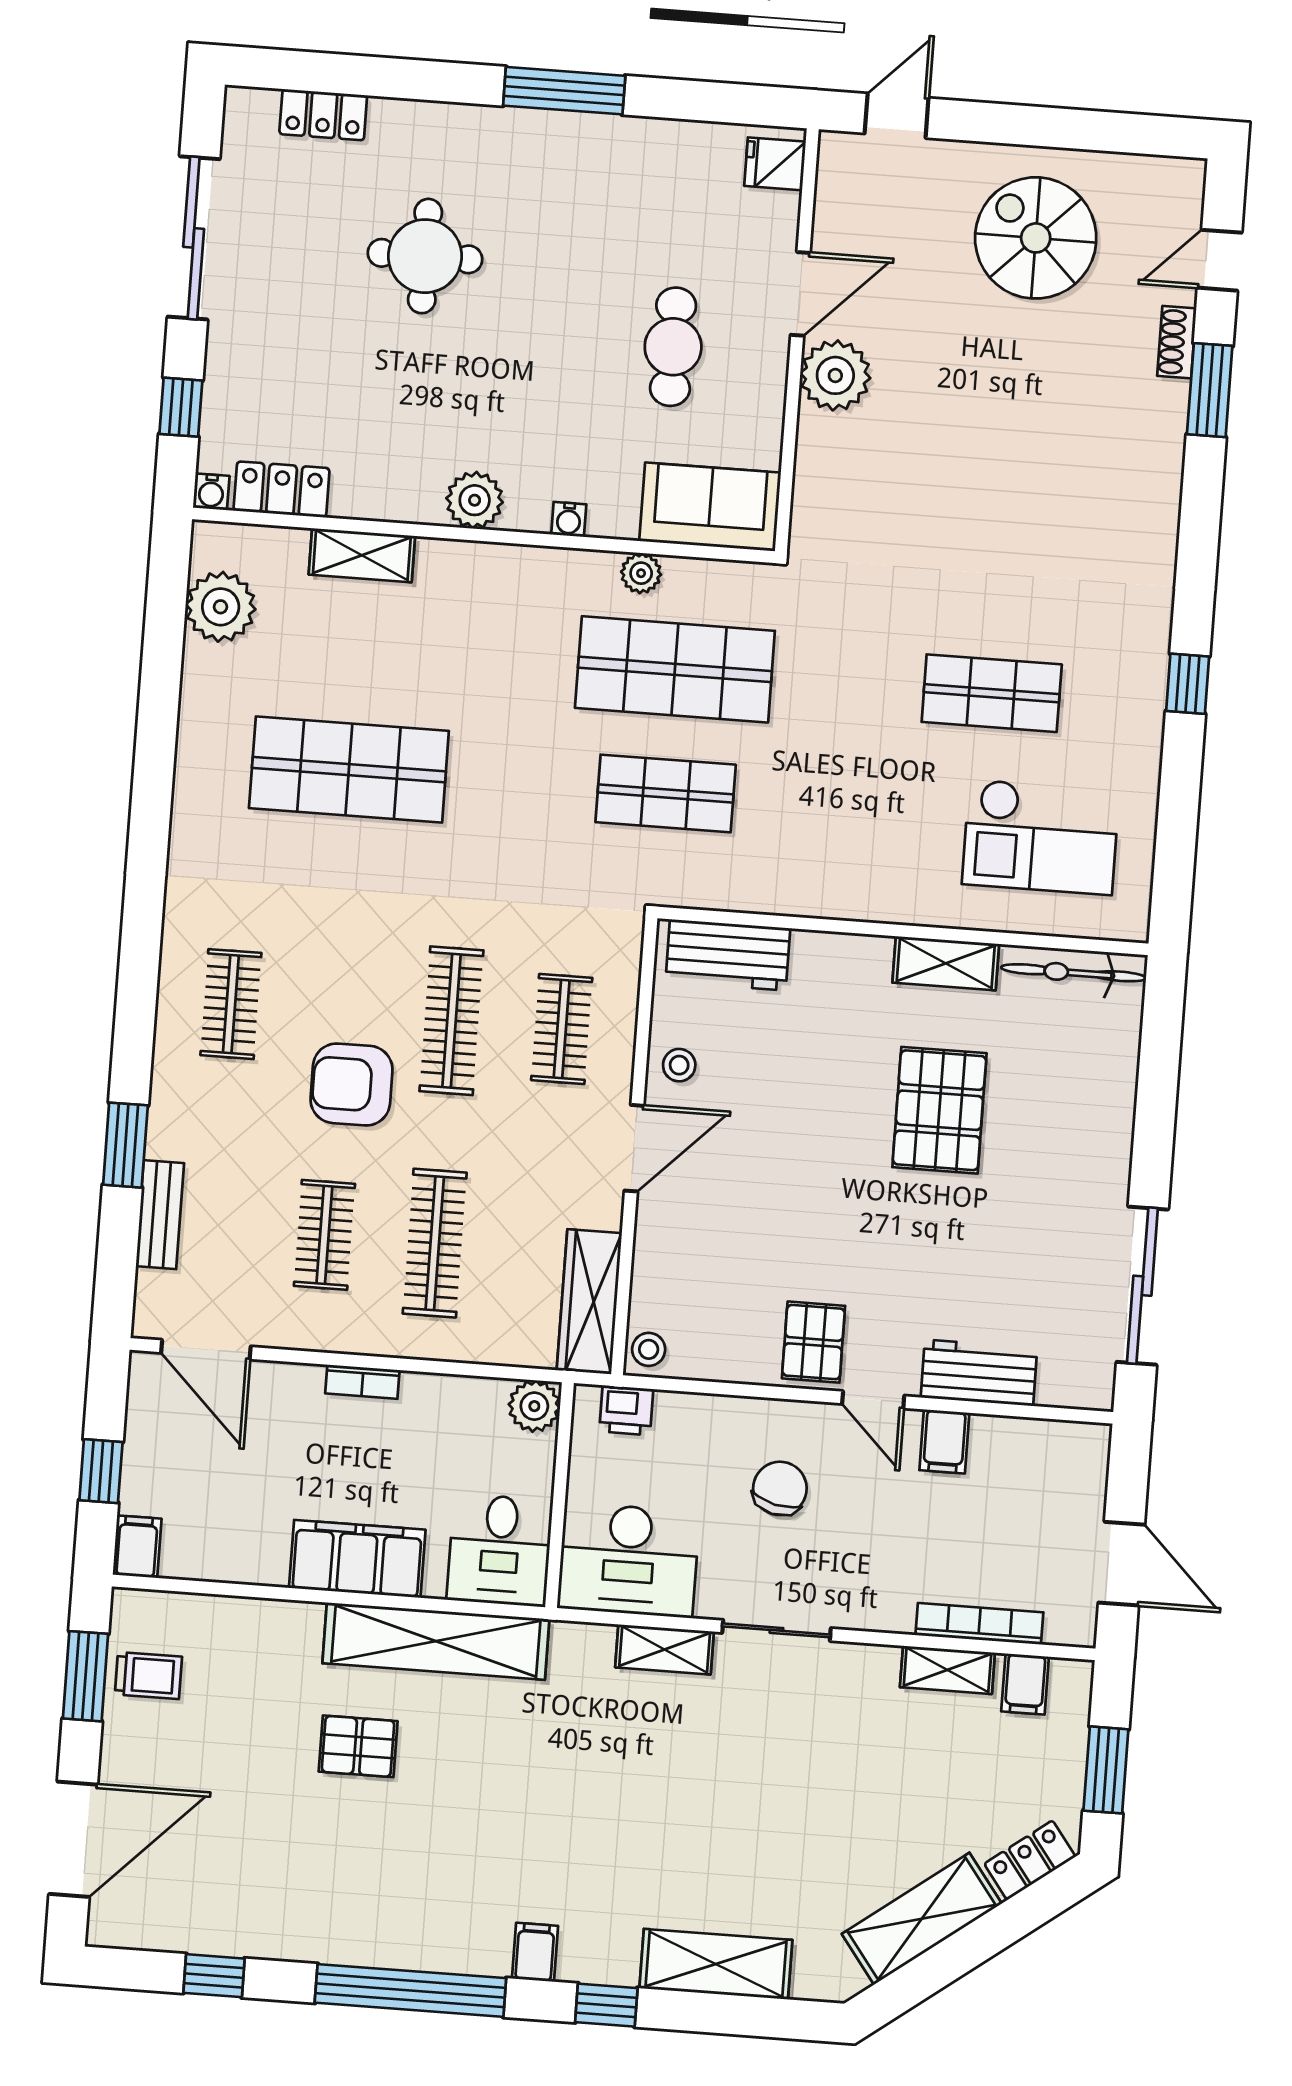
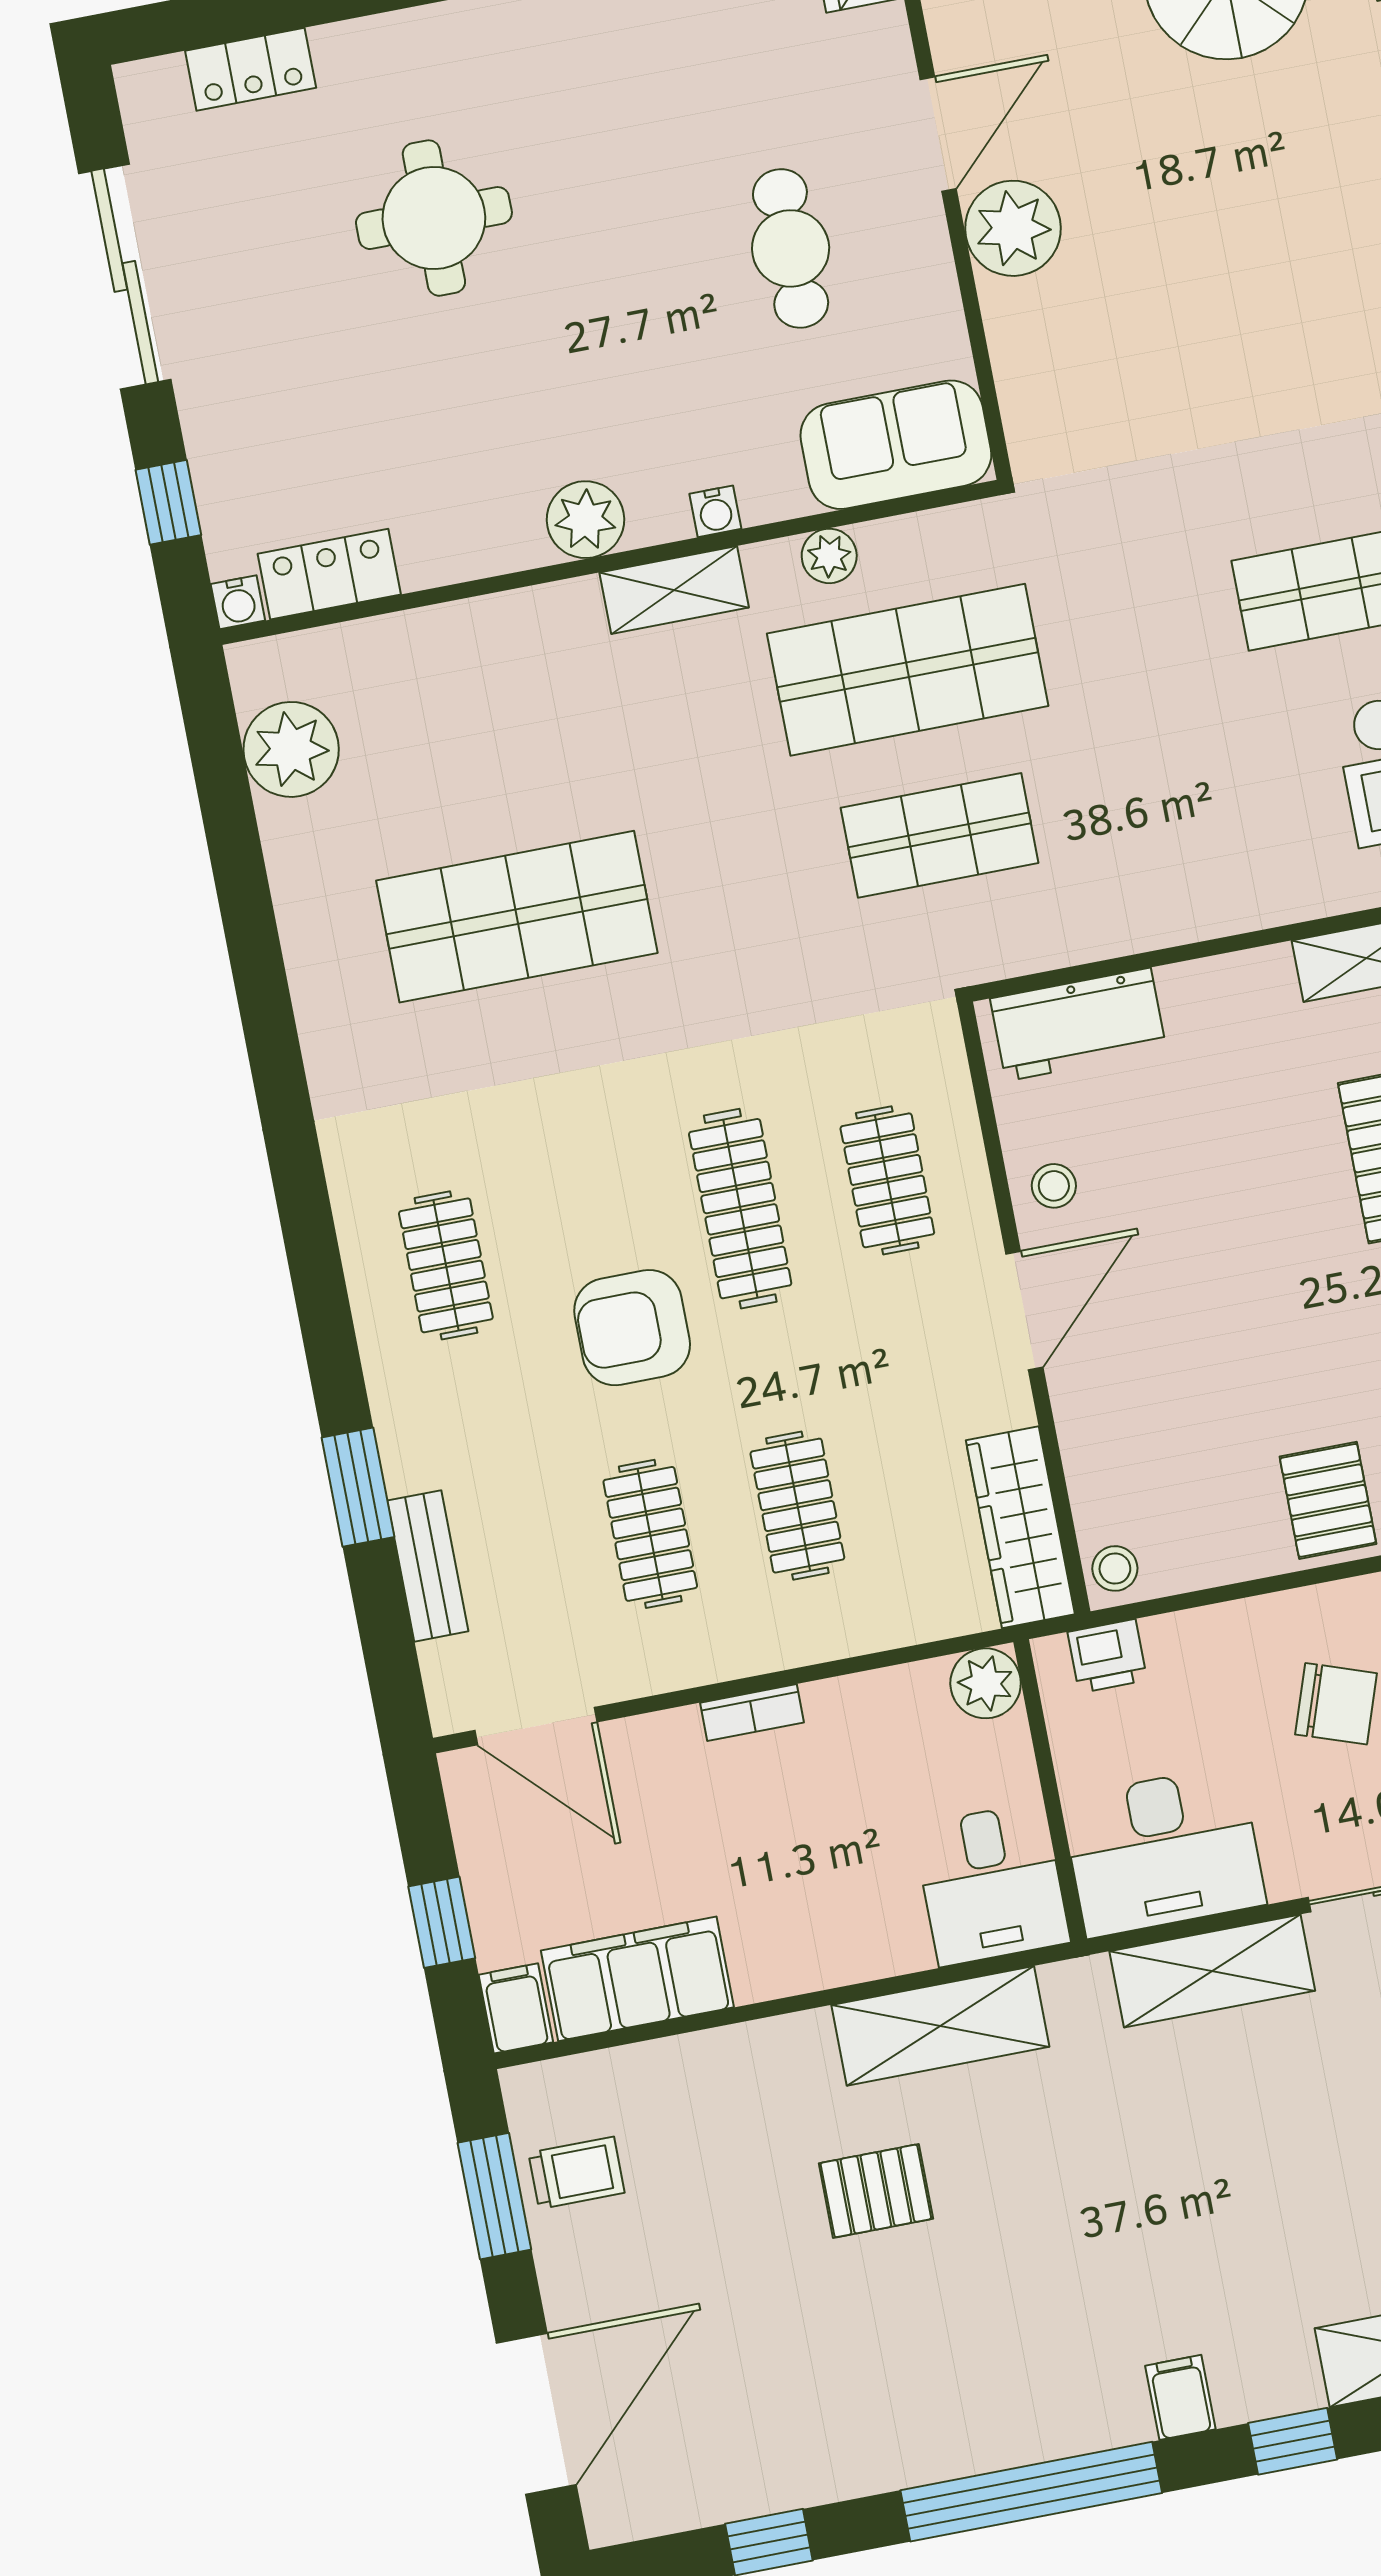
shelving: (362, 555) -> (674, 590), moved
clothes rail: (435, 1243) -> (797, 1506), width x0.73
chair: (780, 1488) -> (1336, 1704), turned 96
filing cabinet: (357, 1559) -> (637, 1979), moved
shelving: (436, 1641) -> (940, 2026), width x0.68
shelving: (665, 1649) -> (1212, 1971), width x1.50, depth x1.33

